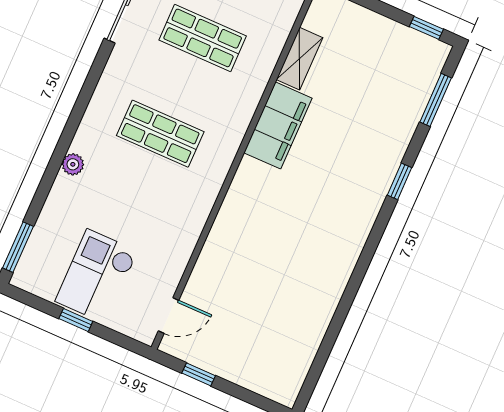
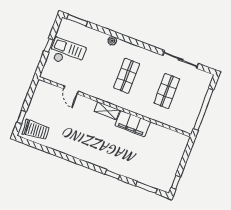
shelving: (299, 59) -> (107, 111), moved
door: (168, 316) -> (71, 90), moved
trolley: (281, 363) -> (36, 130), added
window: (199, 374) -> (22, 117), moved

